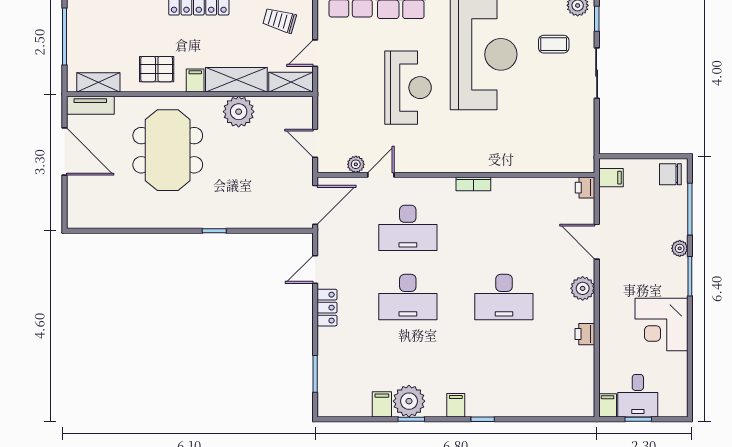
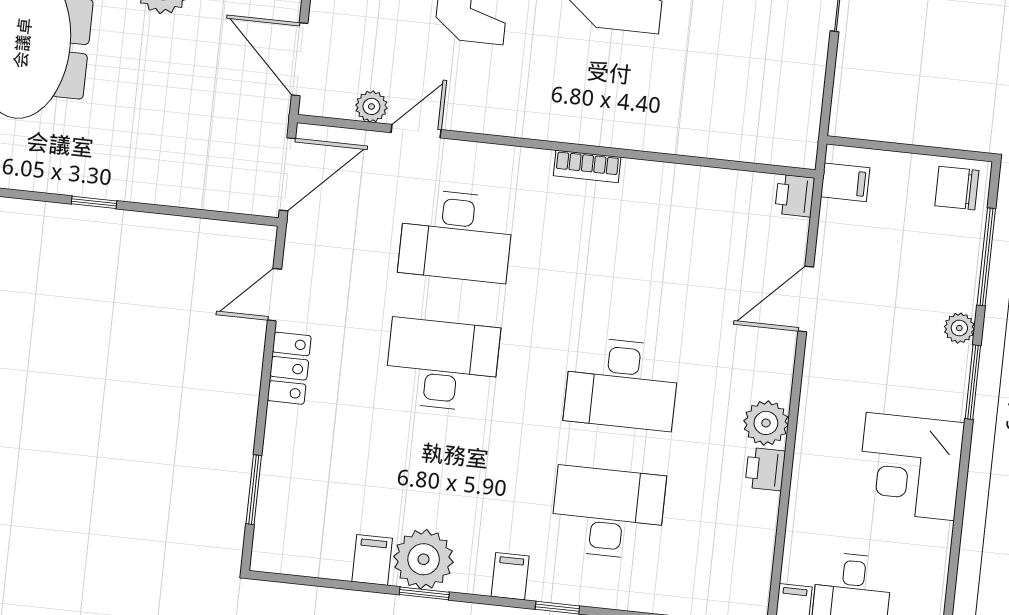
door: (315, 143) -> (300, 59), width x1.38
door: (597, 242) -> (806, 299), hinge flipped
plant: (583, 288) -> (766, 423), moved
desk: (408, 297) -> (442, 365), turned 180
desk: (504, 366) -> (608, 513), added

